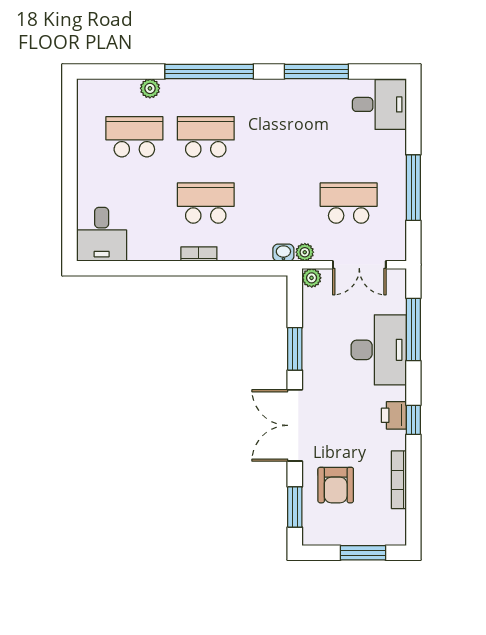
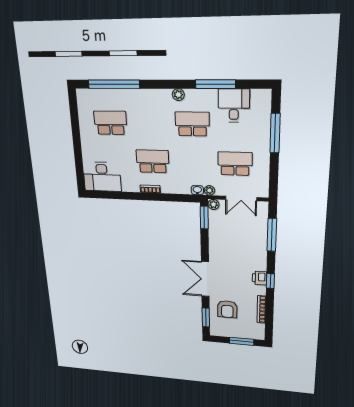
window: (209, 71) -> (114, 84), moved
plant: (150, 88) -> (178, 95), moved
desk: (379, 104) -> (234, 106), moved, turned -90
school desk: (206, 137) -> (192, 124), moved
window: (413, 188) -> (275, 133), moved
desk: (102, 234) -> (102, 177), width x1.37
window: (295, 349) -> (204, 218), moved
desk: (379, 350) -> (252, 244), removed

